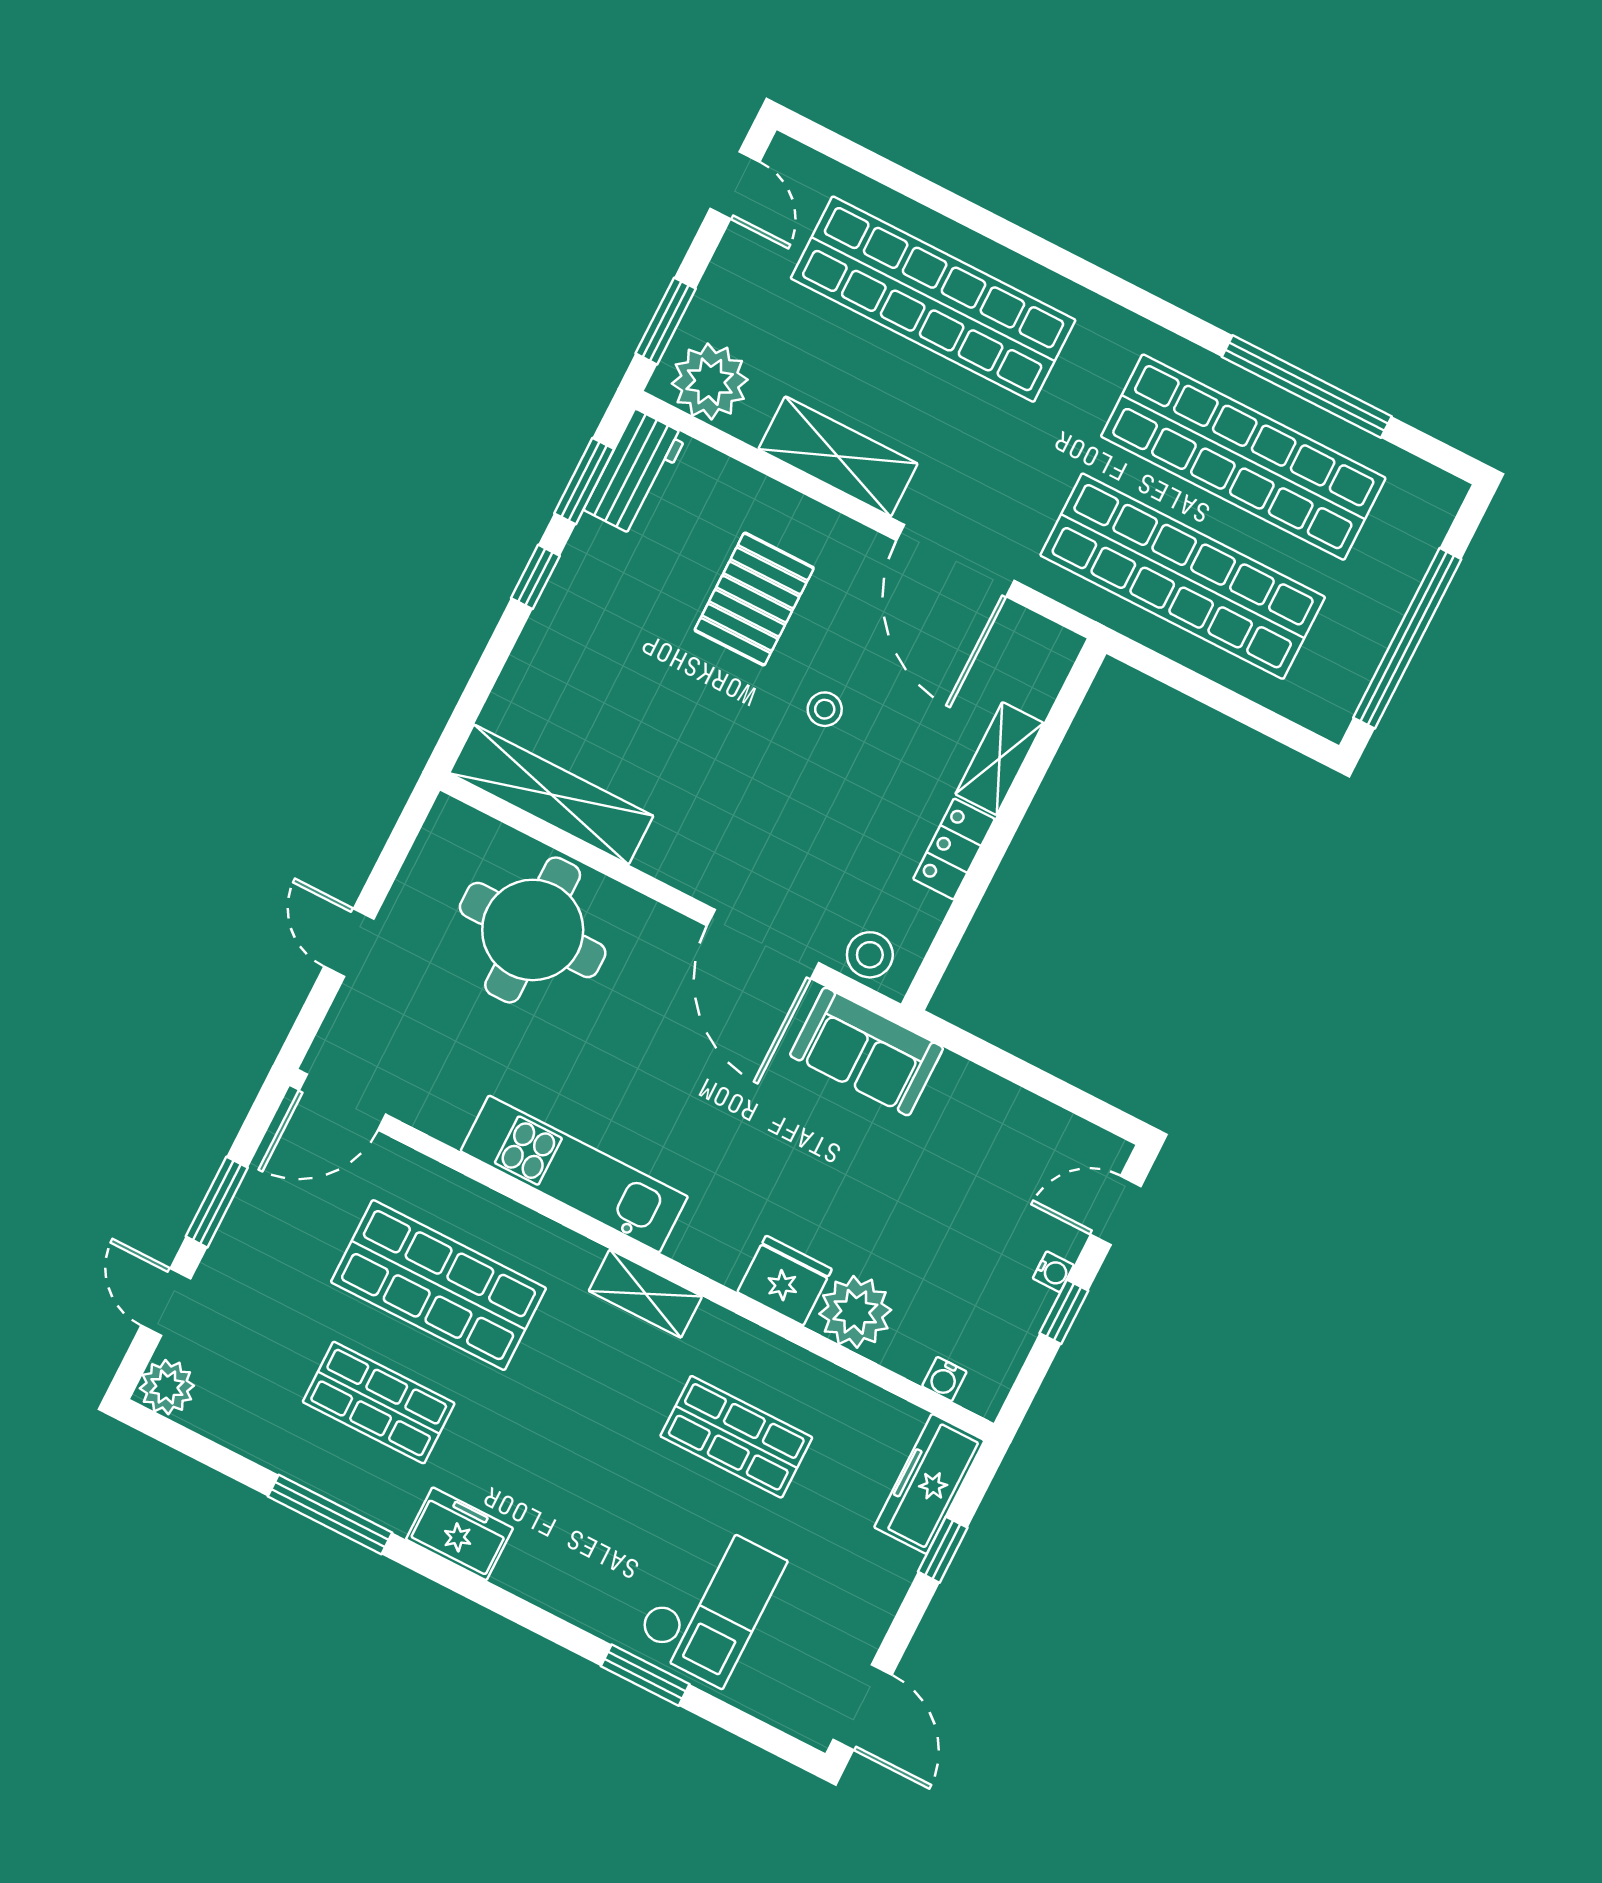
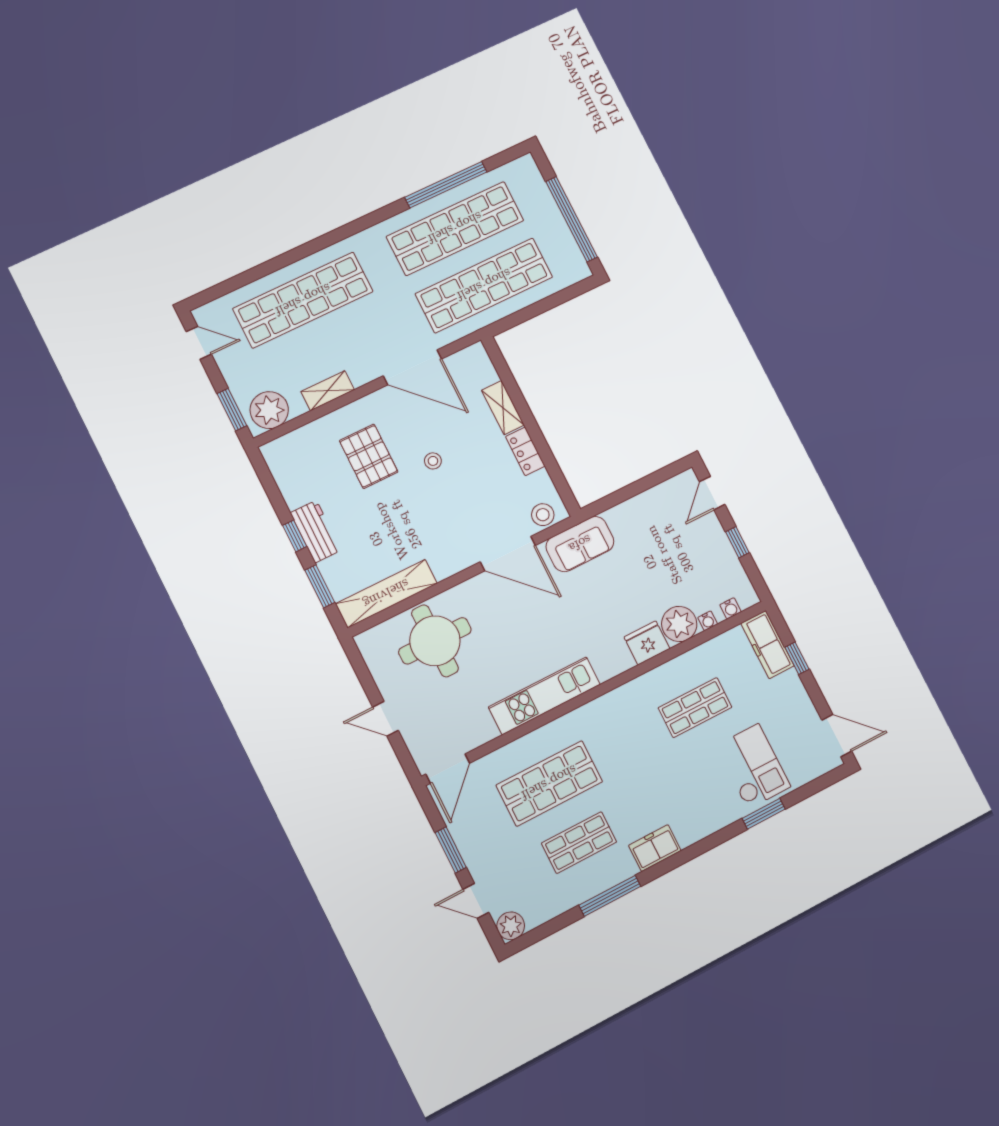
shelving: (838, 456) -> (328, 391), width x0.67, depth x0.75
workbench: (635, 472) -> (316, 532), moved
window: (584, 481) -> (320, 586), moved
water cooler: (1053, 1272) -> (708, 621), moved, turned 90
shelving: (645, 1294) -> (612, 702), removed

